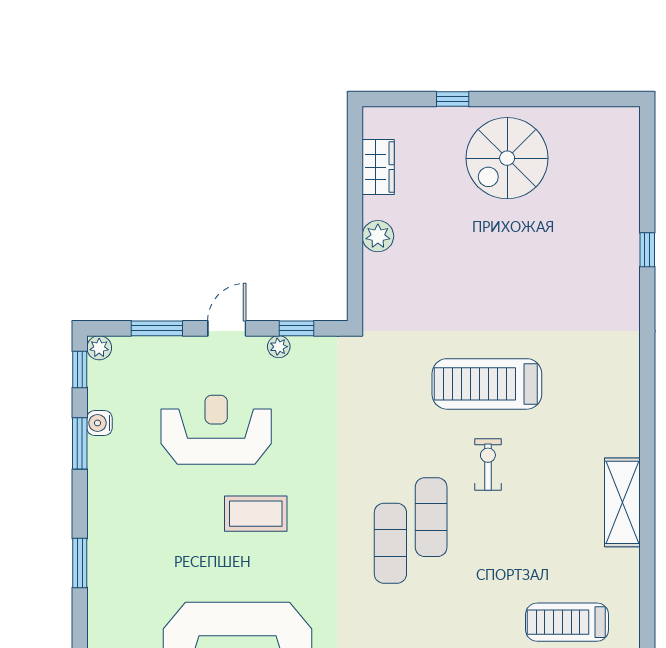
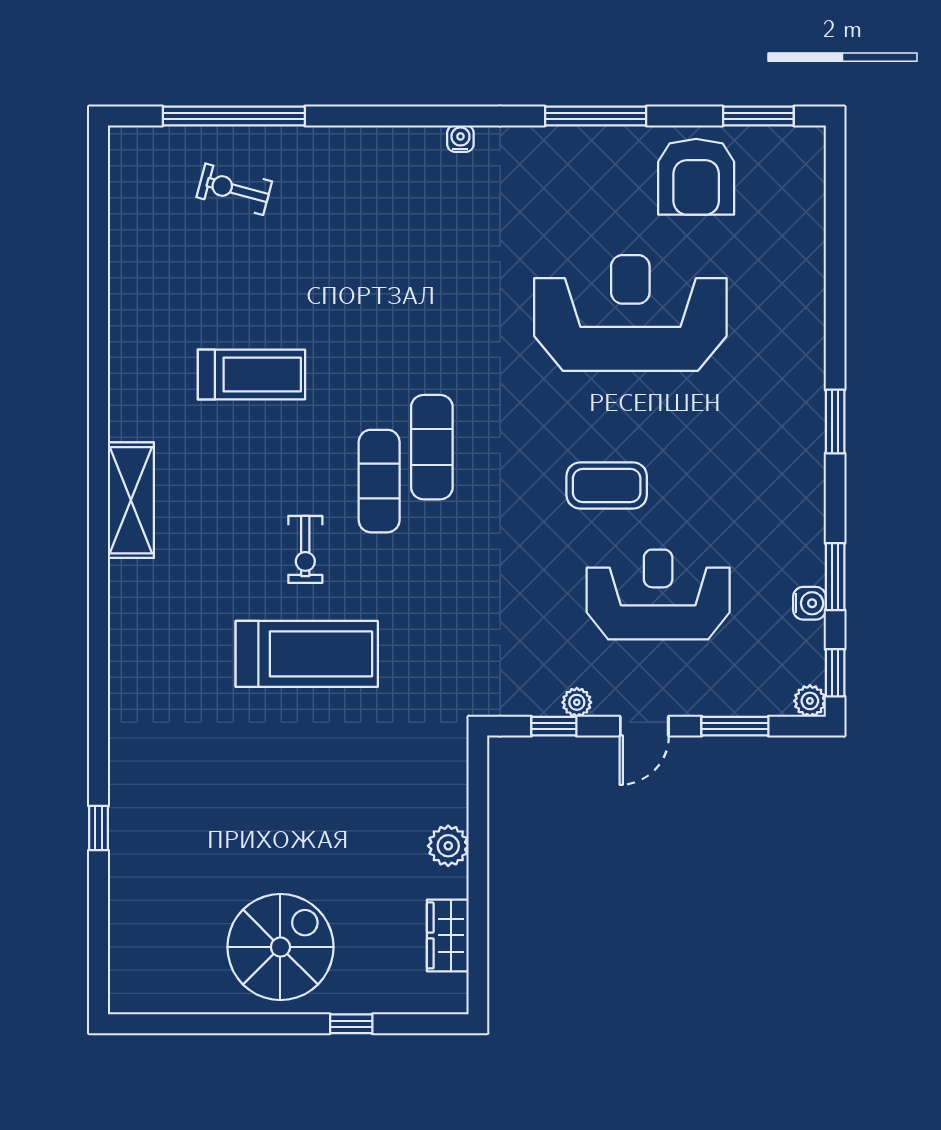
reception desk: (216, 430) -> (658, 595), turned 180
treadmill: (567, 622) -> (251, 374), moved

